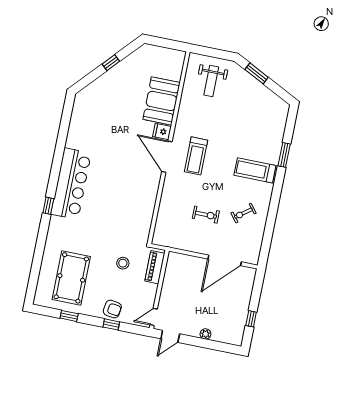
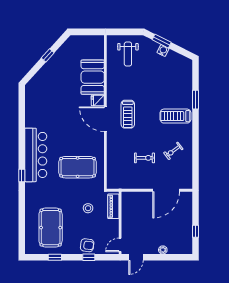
water cooler: (256, 85) -> (163, 51), added
pool table: (120, 209) -> (78, 167), added

